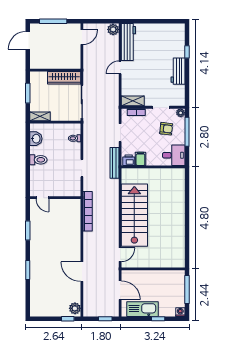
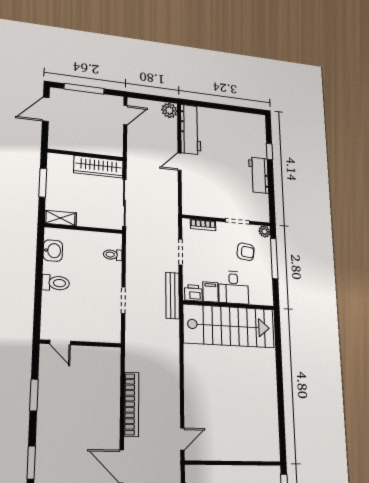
shelving: (133, 101) -> (198, 209), removed
desk: (174, 155) -> (233, 287), moved, turned 90
bookcase: (88, 211) -> (131, 404), moved
stairs: (134, 215) -> (229, 326), moved, turned 90

